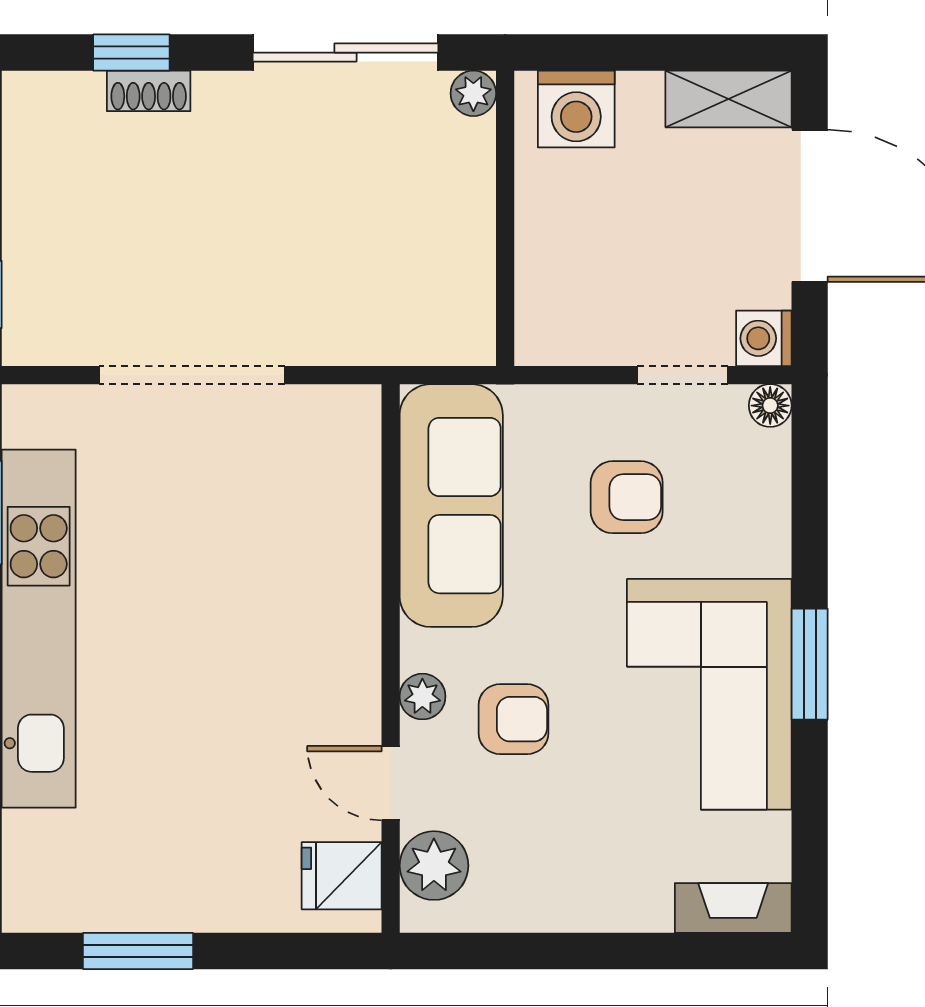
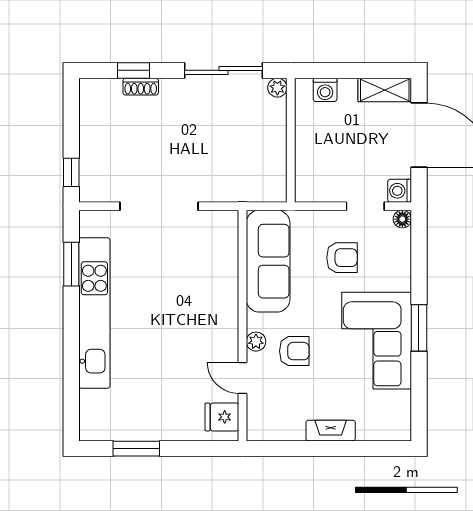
washing machine: (576, 109) -> (325, 90), width x0.73, depth x0.73
plant: (434, 866) -> (261, 413), removed
fireplace: (733, 908) -> (331, 431), moved

